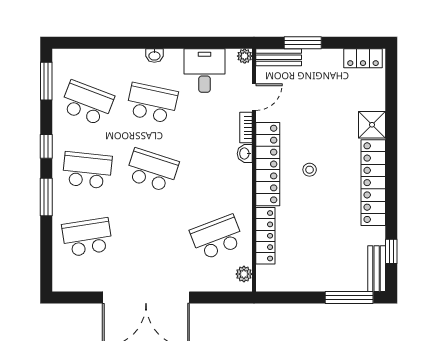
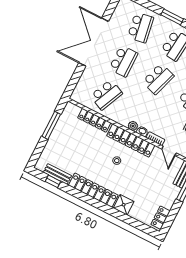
school desk: (152, 237) -> (123, 61), added
school desk: (217, 237) -> (106, 95), turned 45
bench: (377, 269) -> (57, 174), moved
plant: (244, 274) -> (133, 126), moved
window: (349, 298) -> (51, 125), moved

